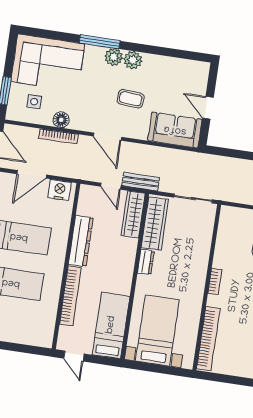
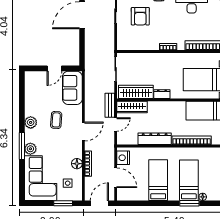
plant: (114, 57) -> (30, 149), moved

